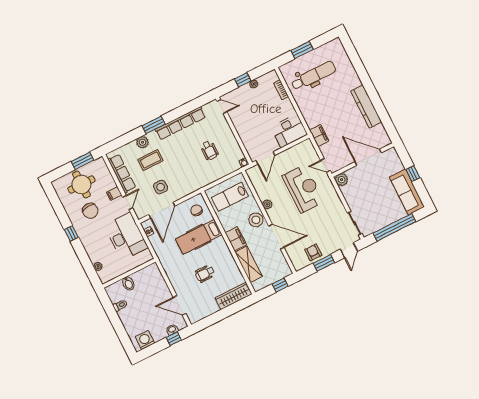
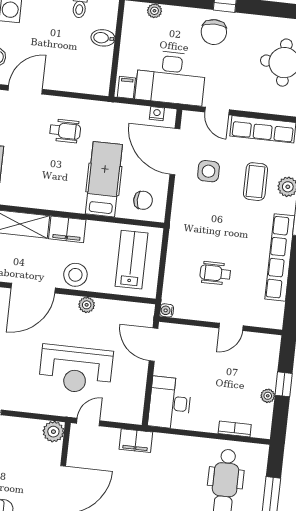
door: (222, 107) -> (231, 327), moved
filing cabinet: (114, 194) -> (126, 87), moved
chair: (90, 211) -> (214, 32), moved, turned -85
wheelchair: (205, 274) -> (65, 131), moved, turned 90

